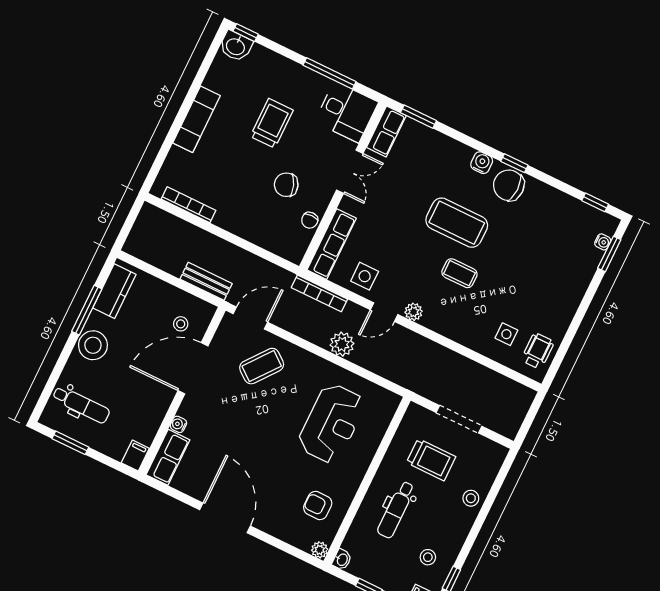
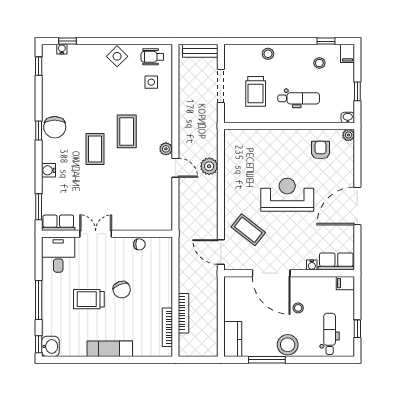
window: (329, 73) -> (39, 300), moved
water cooler: (482, 163) -> (49, 170), moved
chair: (286, 185) -> (122, 290), moved
coffee table: (457, 223) -> (95, 149), width x0.73, depth x0.76
row of seats: (332, 244) -> (148, 223), removed
window: (609, 254) -> (68, 41), width x0.67
coffee table: (459, 273) -> (127, 131), width x1.36, depth x1.30
side table: (365, 276) -> (117, 56), moved, turned 45
bench: (206, 281) -> (200, 51), moved, turned 90
kitchen counter: (114, 291) -> (233, 339), moved, turned 90
bookcase: (319, 293) -> (183, 313), moved
stool: (181, 324) -> (298, 308), moved
plant: (342, 344) -> (209, 166), moved
reception desk: (332, 423) -> (287, 195), moved
window: (70, 443) -> (357, 329), width x0.67
trolley: (431, 460) -> (256, 91), turned 180
armchair: (318, 506) -> (321, 150), turned 180

